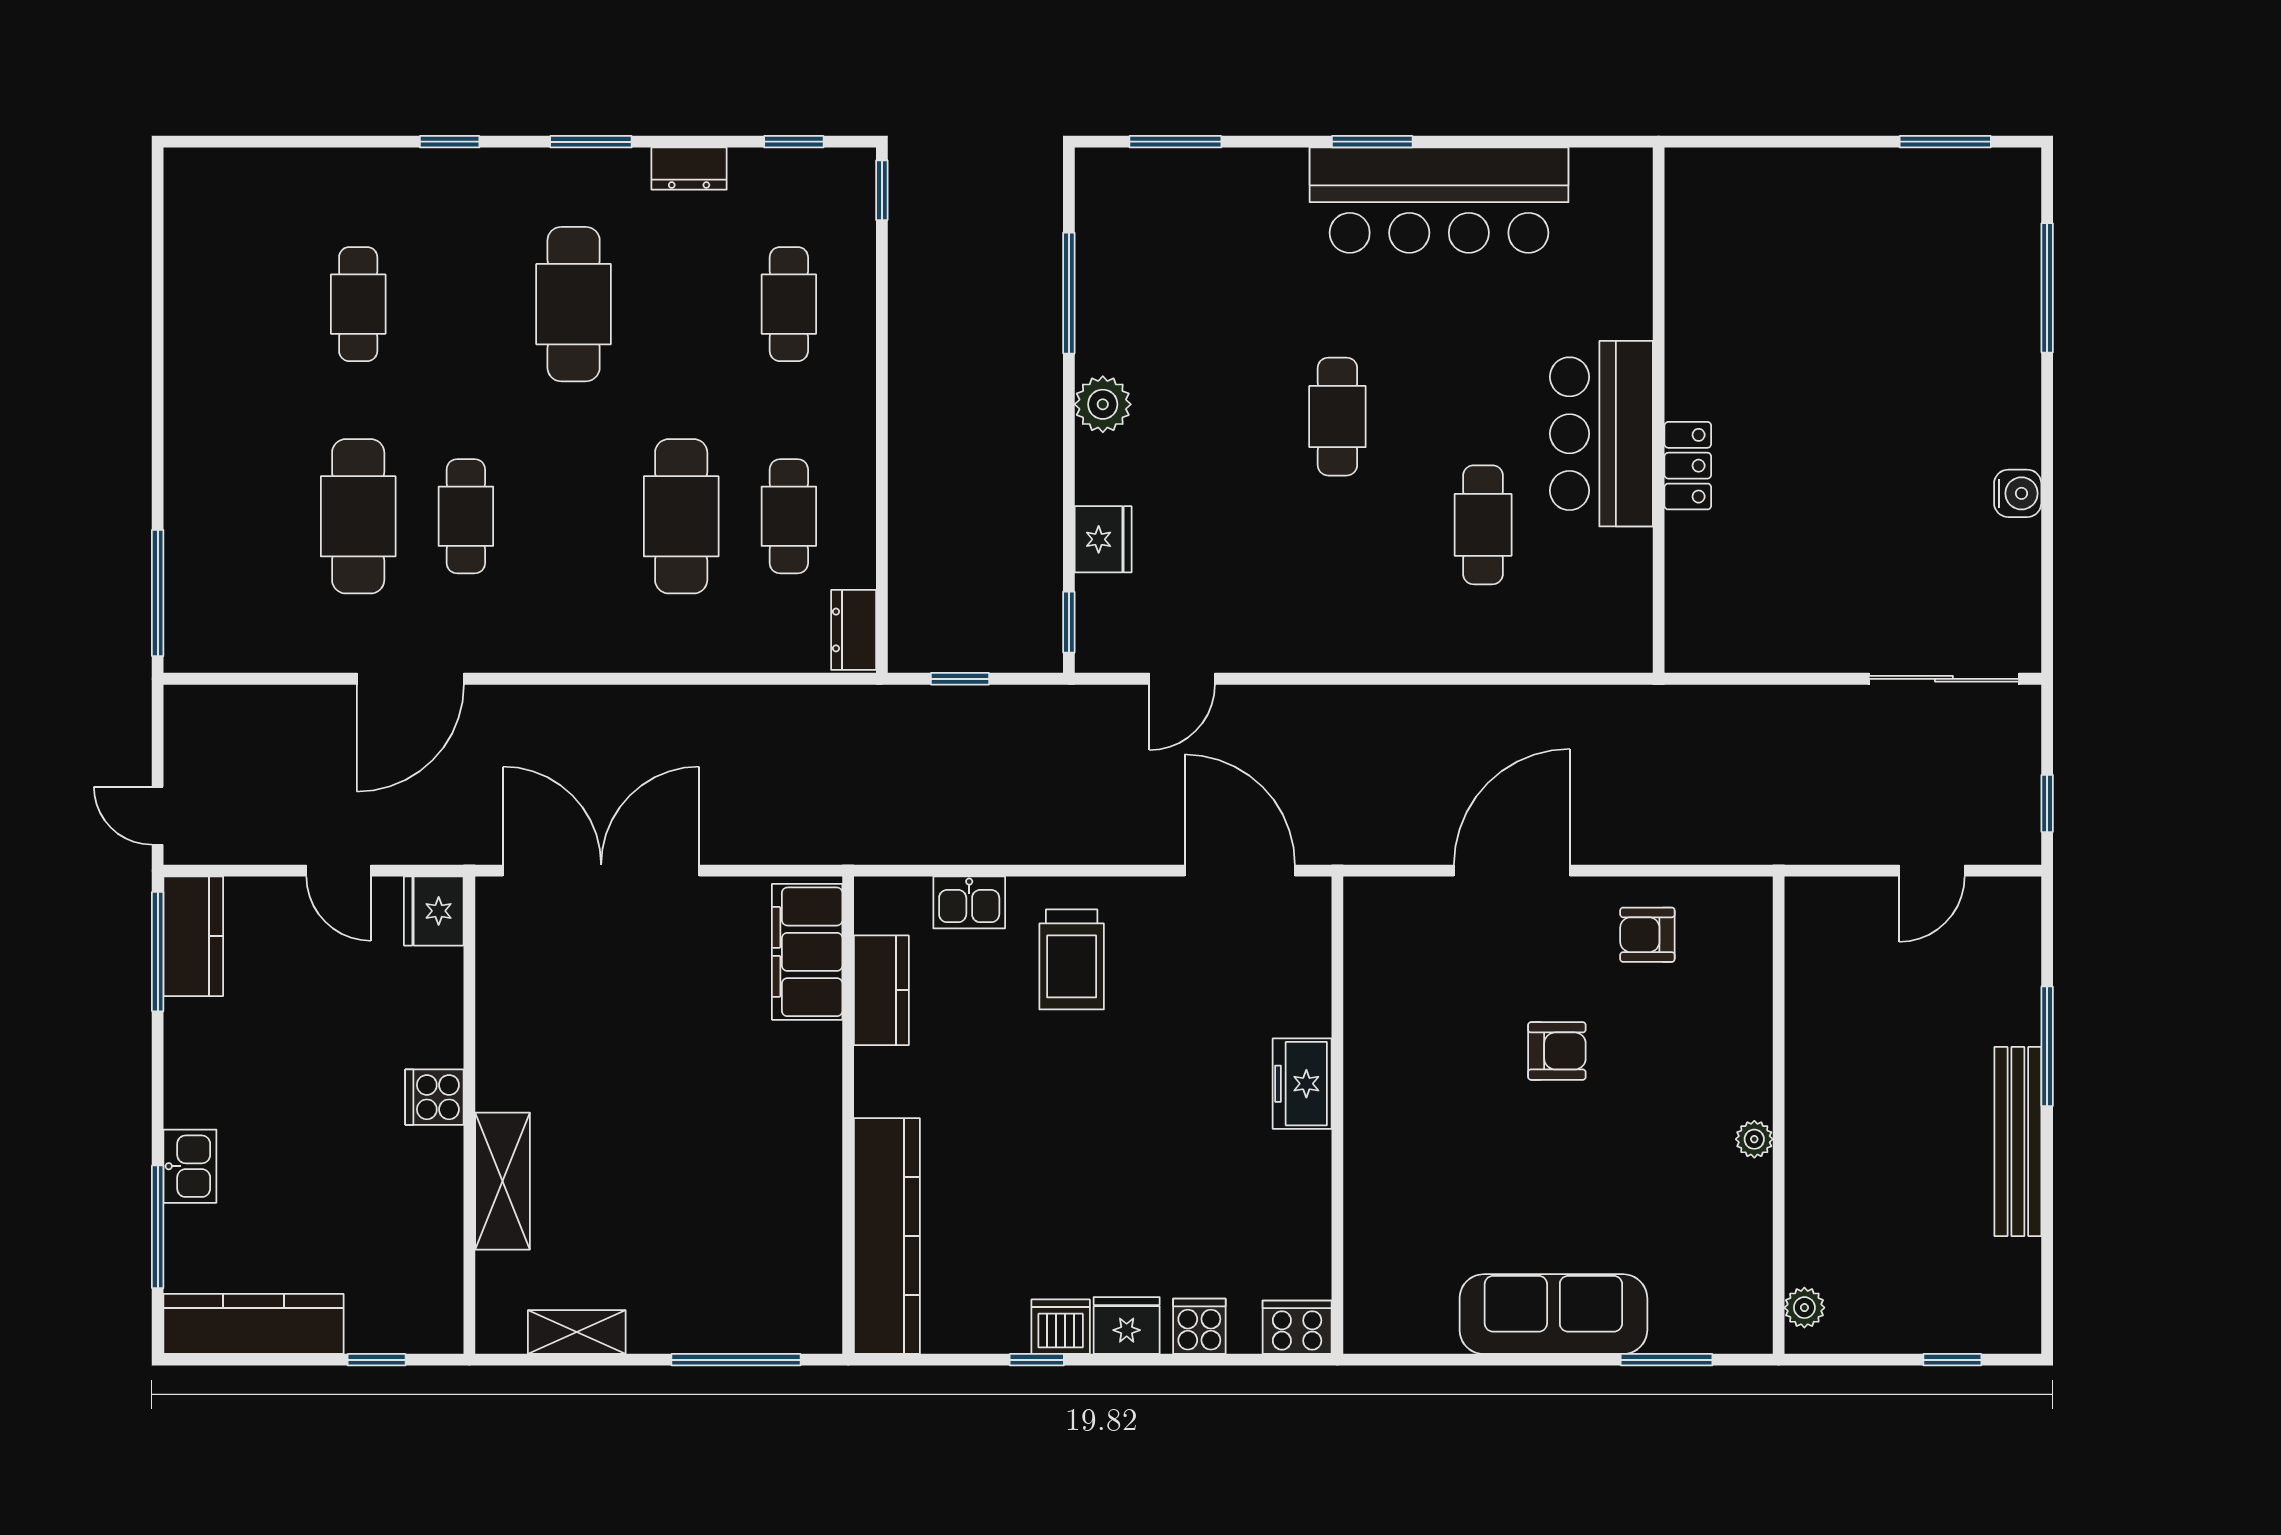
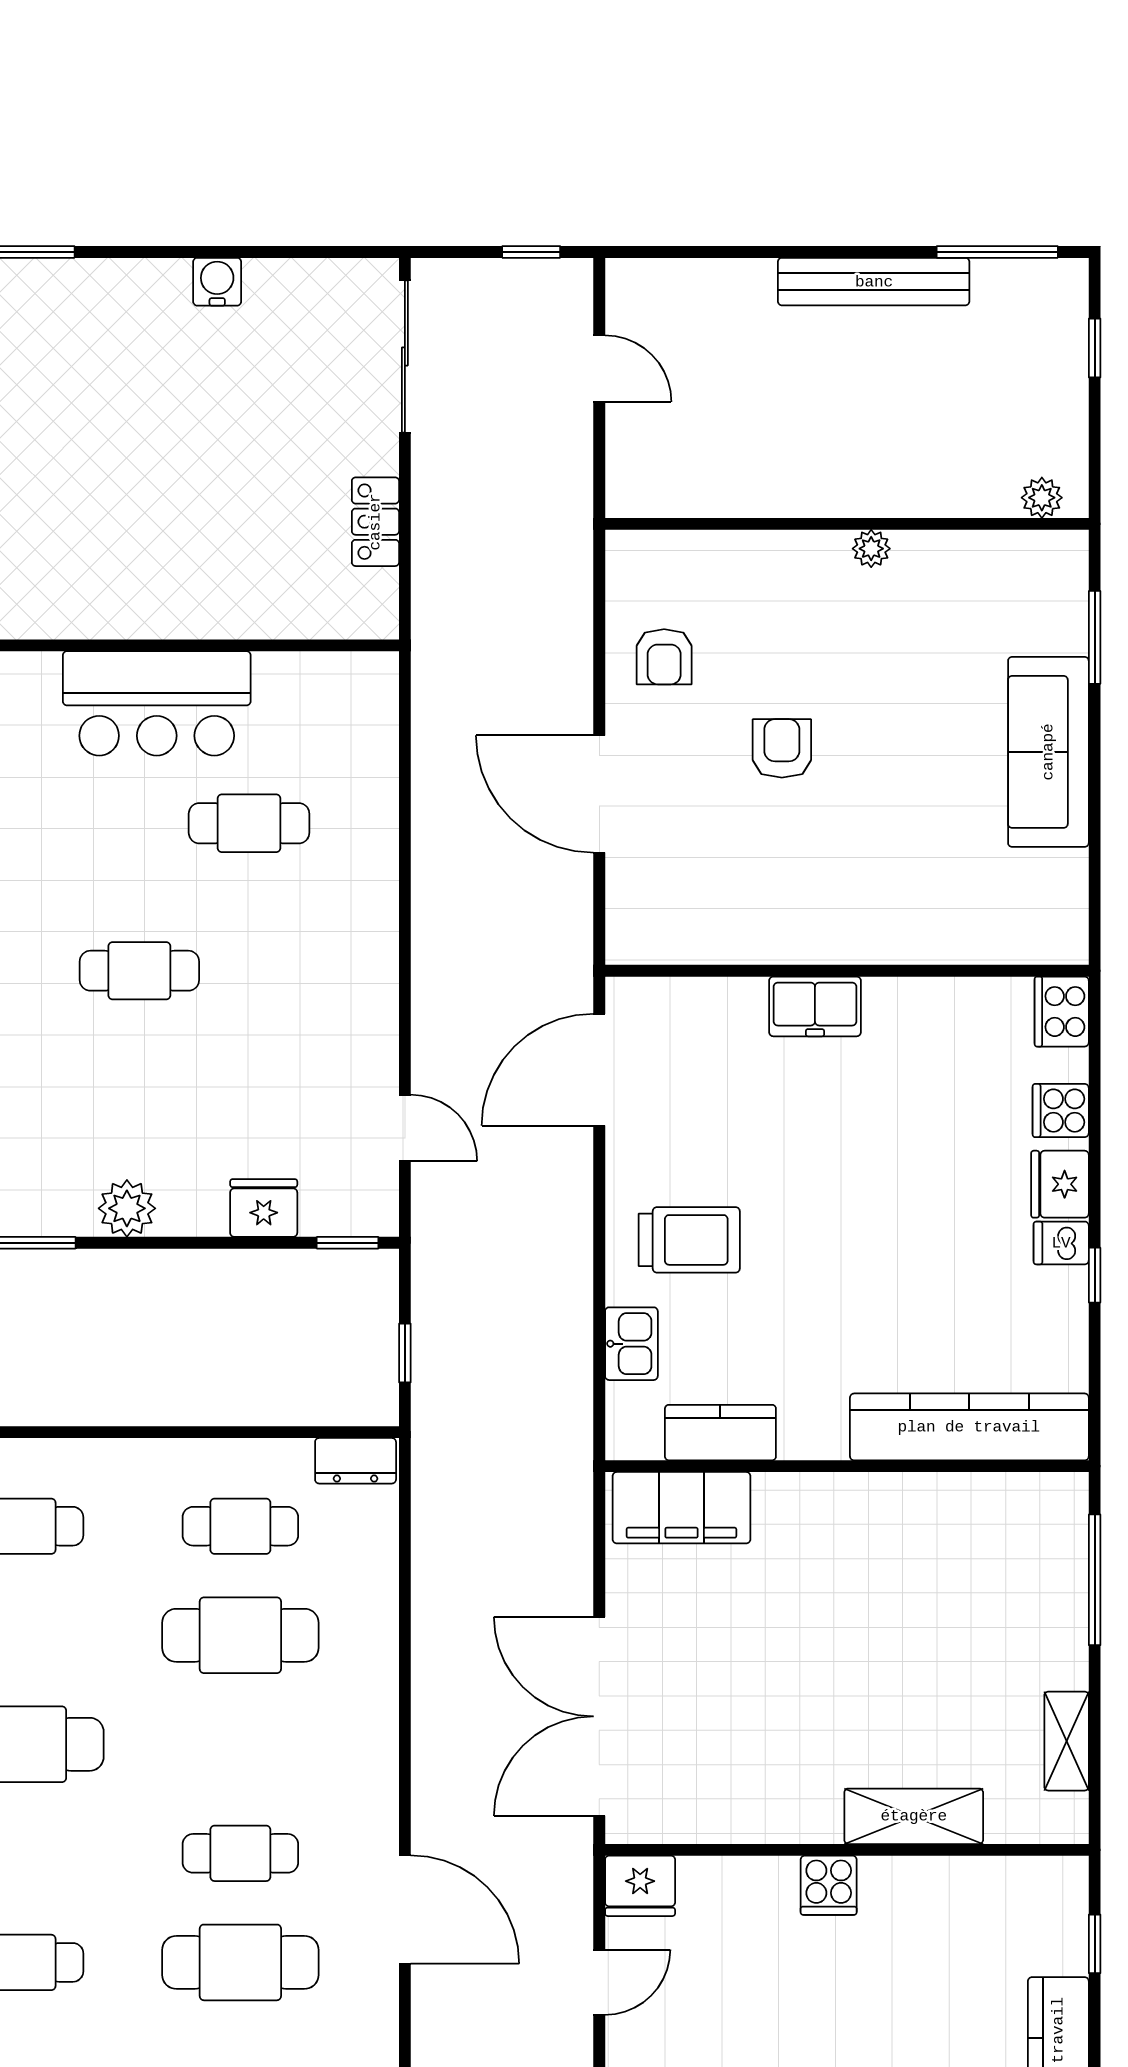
locker: (1688, 466) -> (375, 522), moved, turned -90
window: (2047, 1046) -> (997, 252), moved
dishwasher: (1061, 1327) -> (1061, 1243), width x0.73

